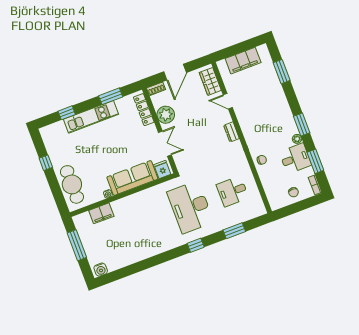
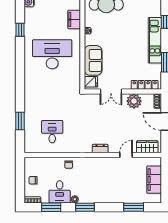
sofa: (132, 178) -> (93, 60), width x0.73
desk: (190, 207) -> (52, 54), moved
window: (196, 245) -> (20, 30), moved

